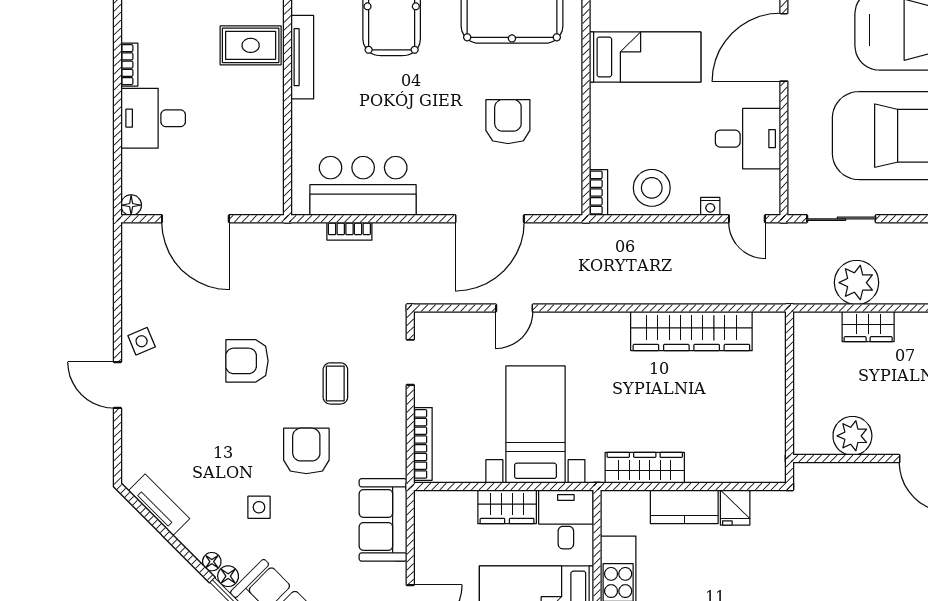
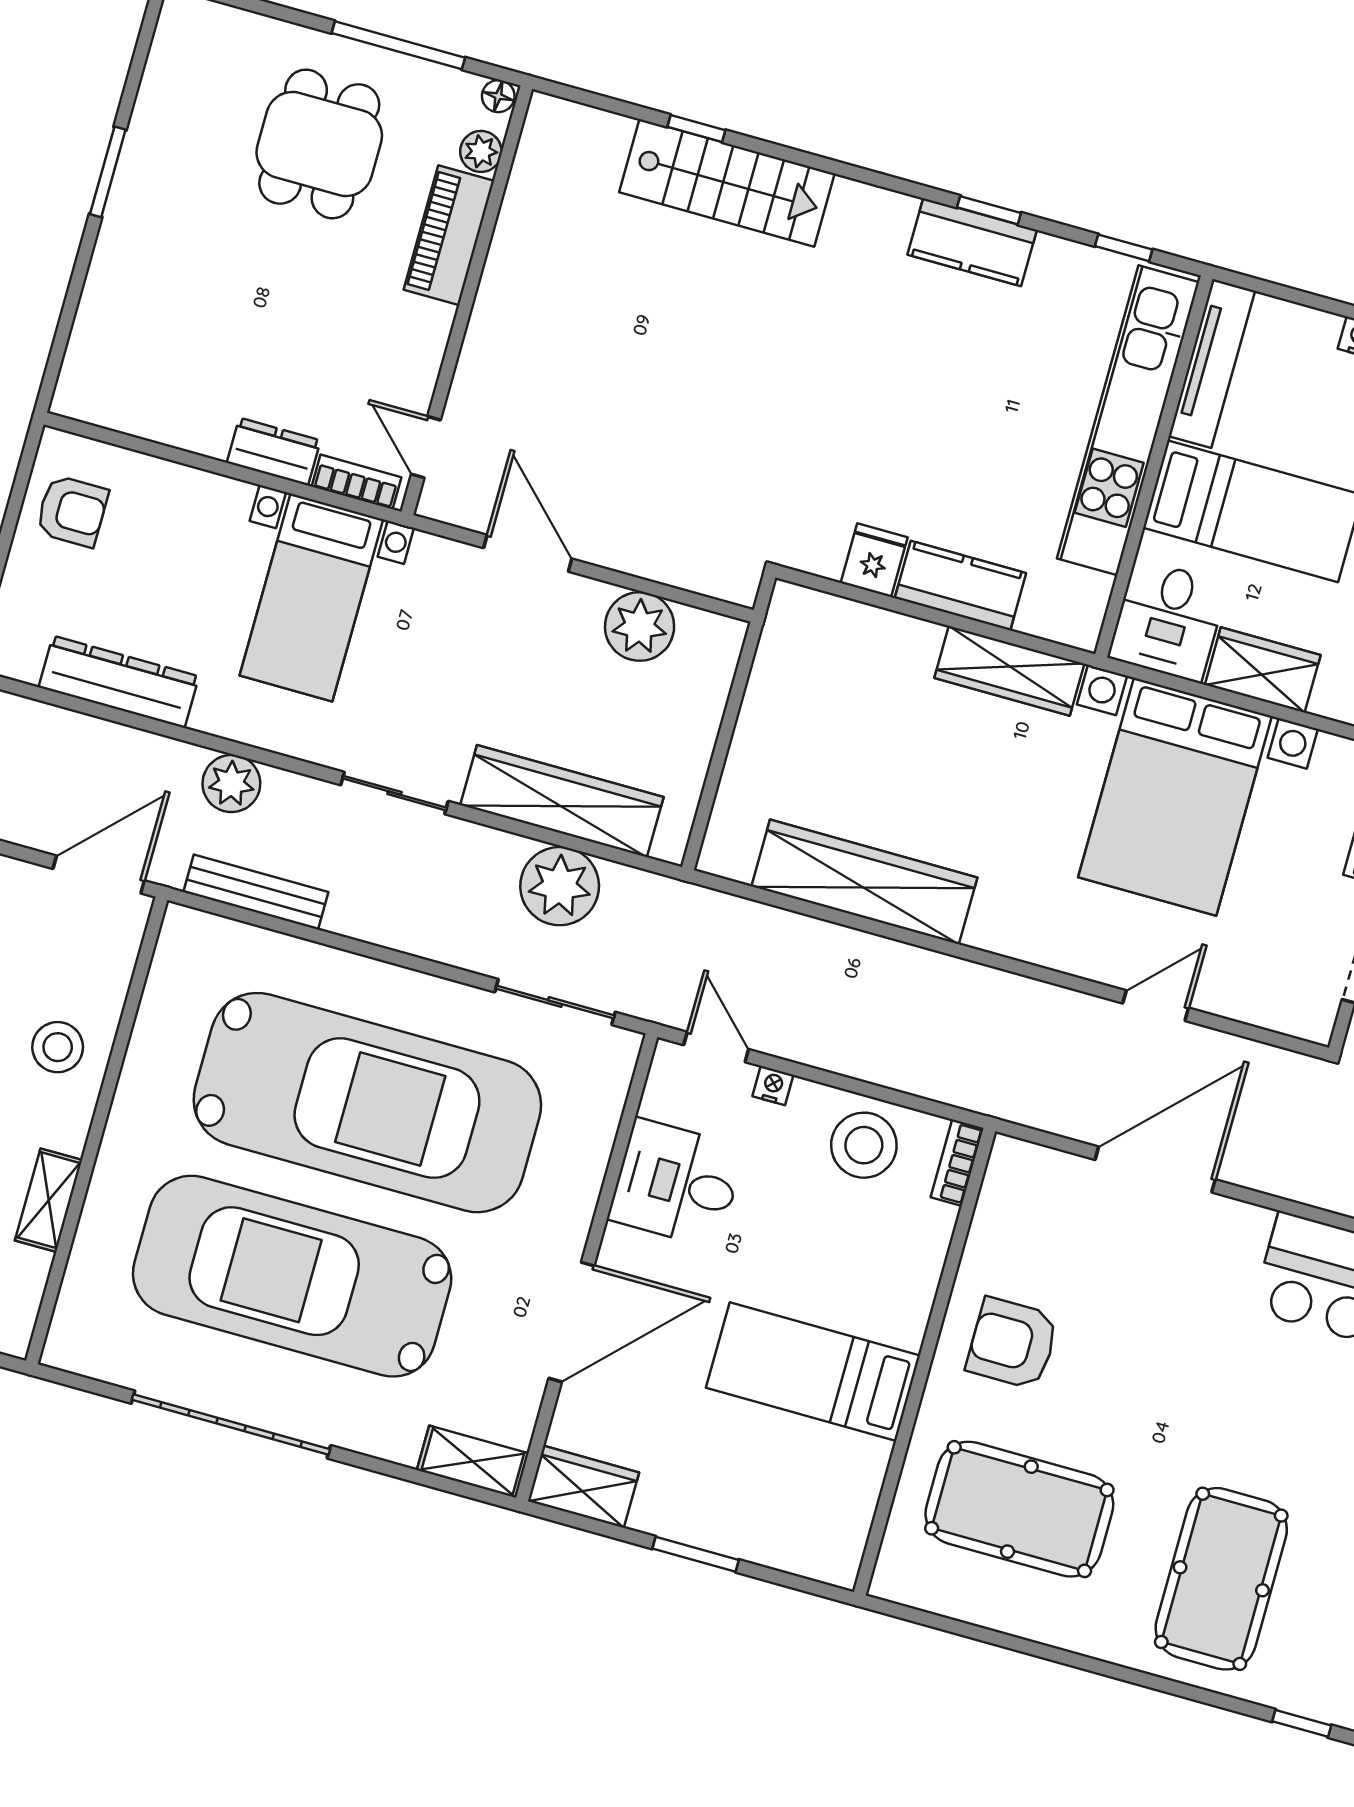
armchair: (508, 122) -> (1012, 1343), moved, turned 90
wardrobe: (868, 326) -> (562, 801), width x2.10, depth x1.17
bed with nightstands: (535, 425) -> (1175, 797), width x1.36

